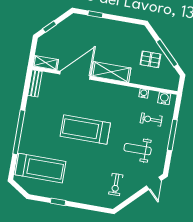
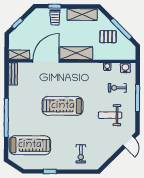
trolley: (94, 27) -> (55, 17), added
shelving: (125, 29) -> (82, 14), added
exercise bike: (116, 185) -> (81, 154), moved

